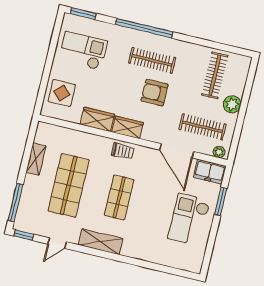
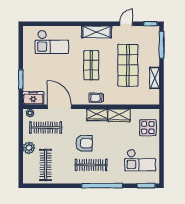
checkout: (189, 220) -> (52, 42), moved, turned 90

